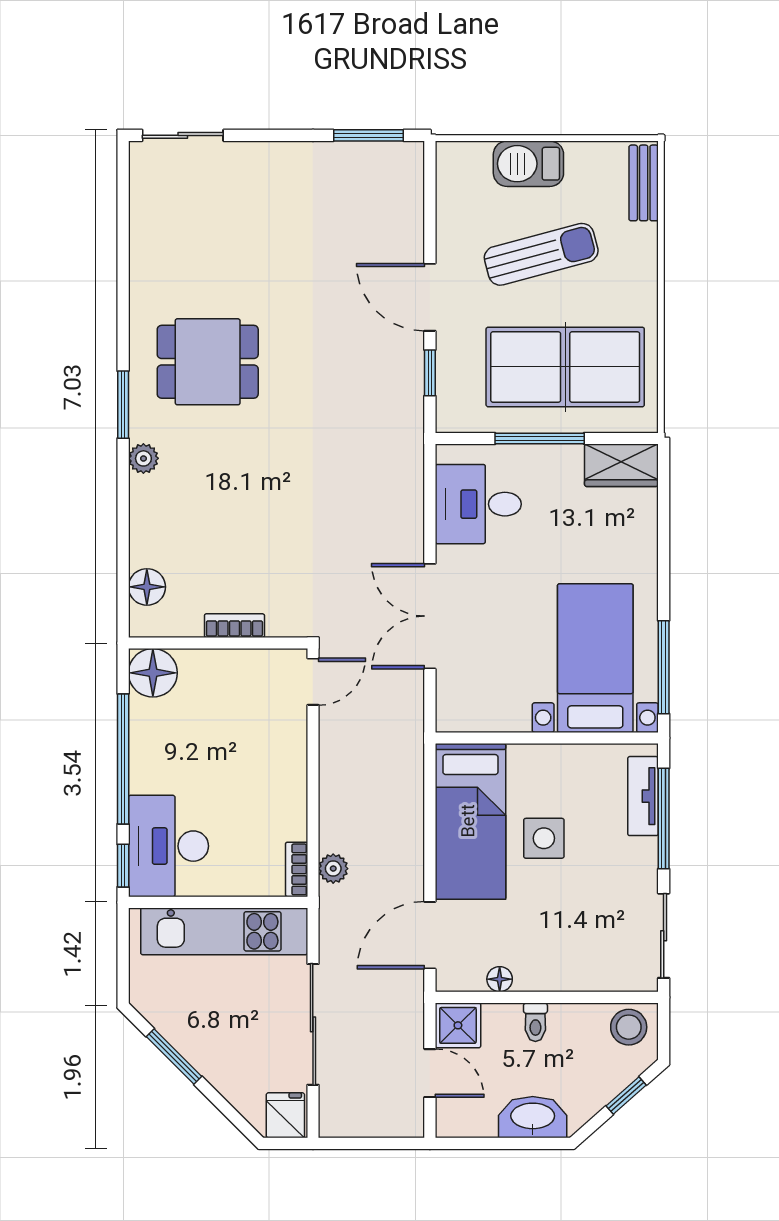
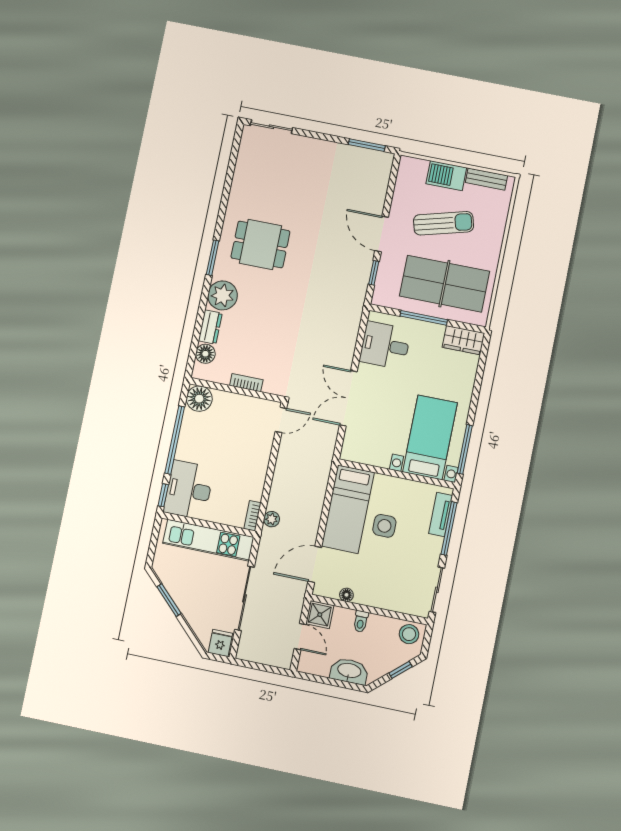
bench: (644, 183) -> (486, 179), moved, turned 90
plant: (143, 458) -> (223, 295), width x1.87, depth x1.87
dresser: (146, 535) -> (210, 327), added

